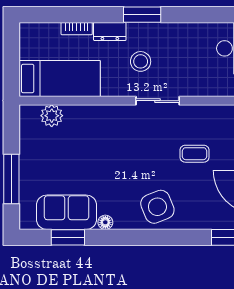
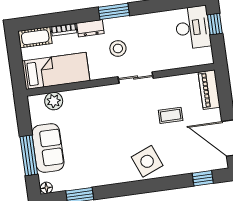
cot: (40, 33) -> (35, 37), added
sofa: (67, 212) -> (48, 148), moved, turned 90
floor lamp: (105, 222) -> (46, 188), moved

